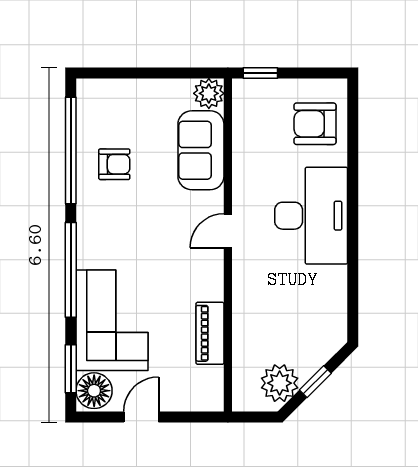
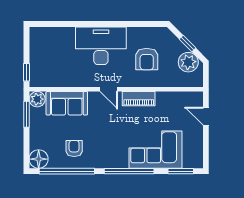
window: (180, 73) -> (26, 114), added
armchair: (315, 124) -> (147, 59), moved
piano: (210, 333) -> (139, 99), moved
floor lamp: (94, 391) -> (39, 159), moved
door: (141, 417) -> (206, 116), moved

